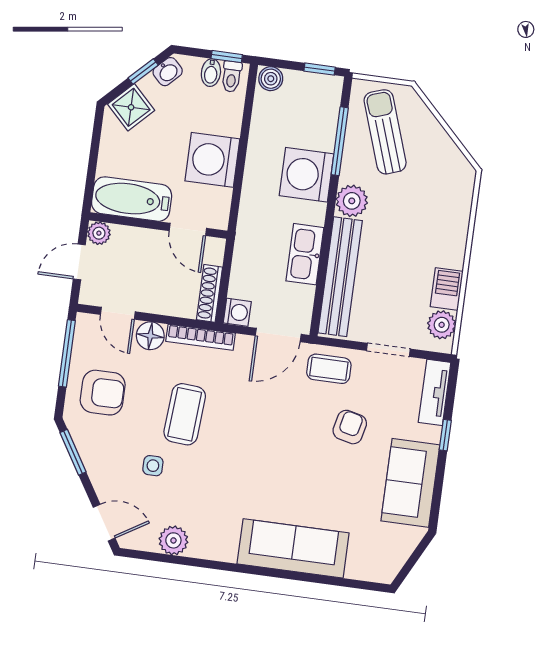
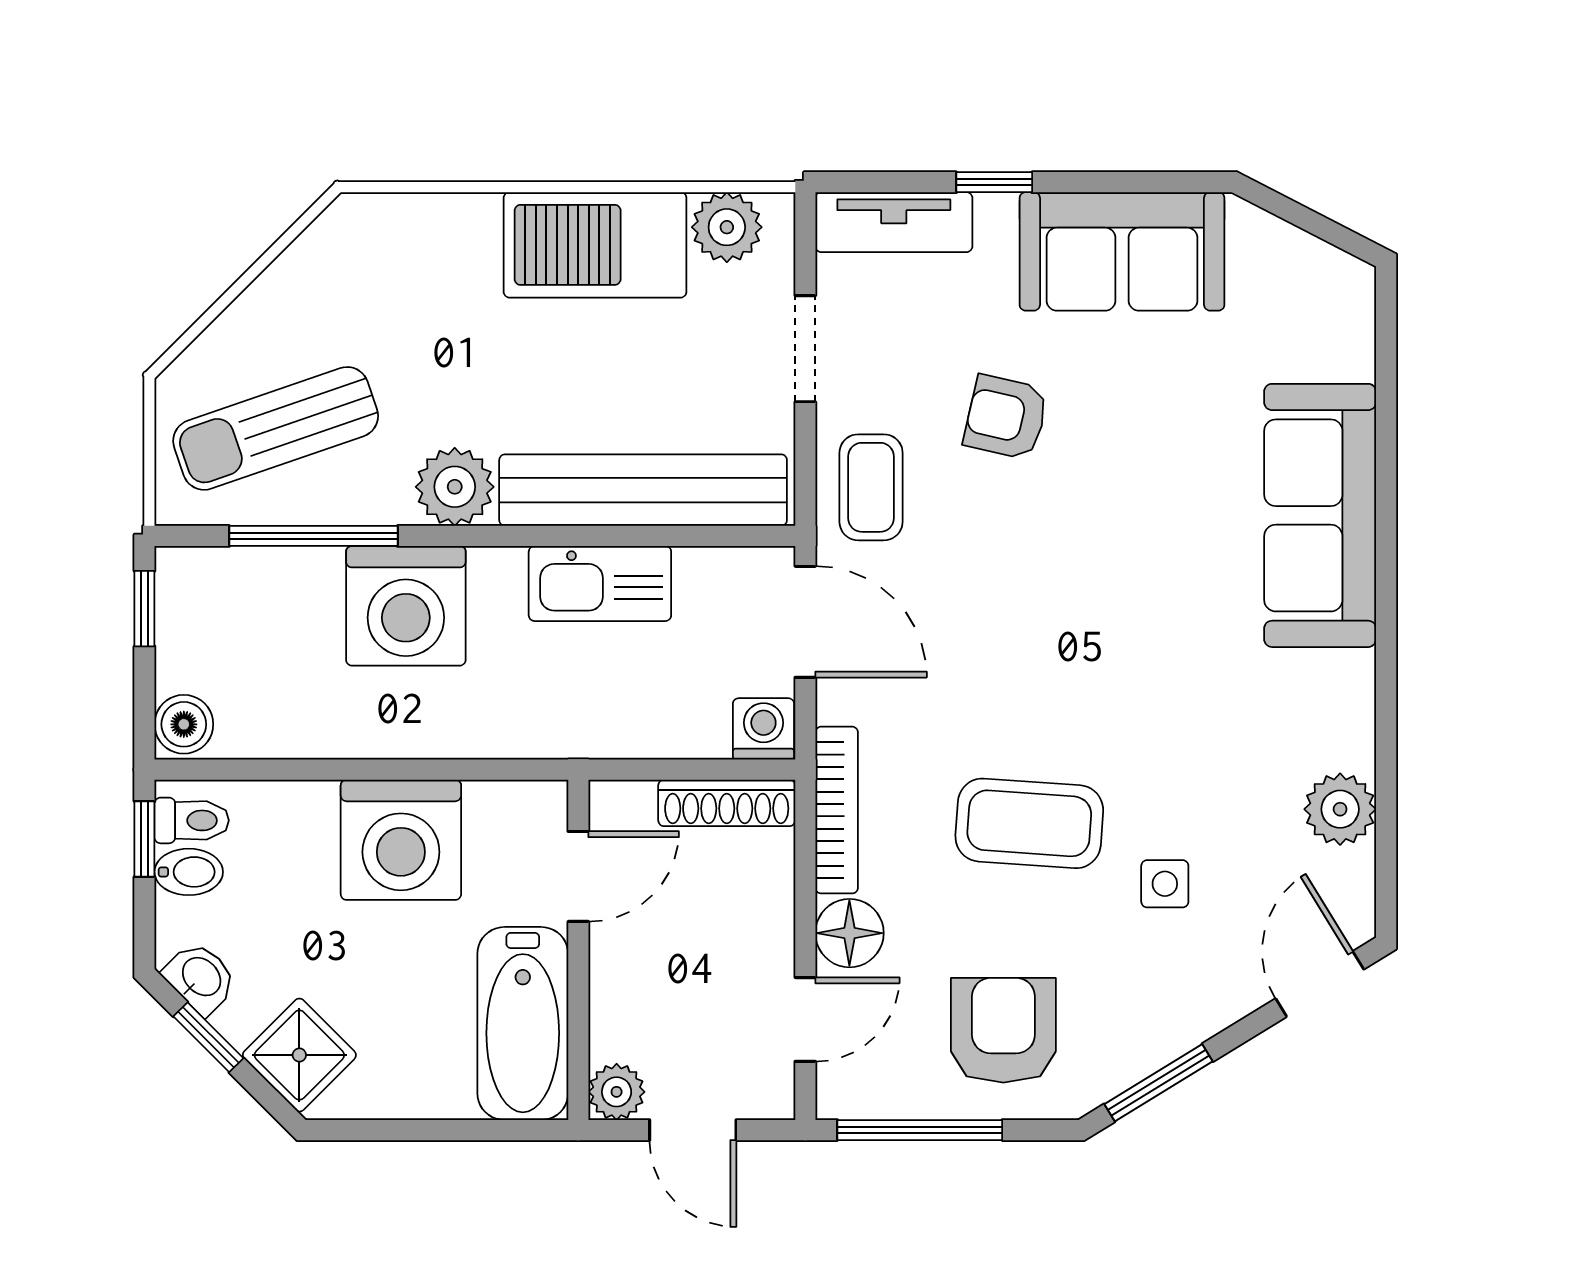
barbecue: (447, 289) -> (595, 245), width x1.88, depth x1.53

